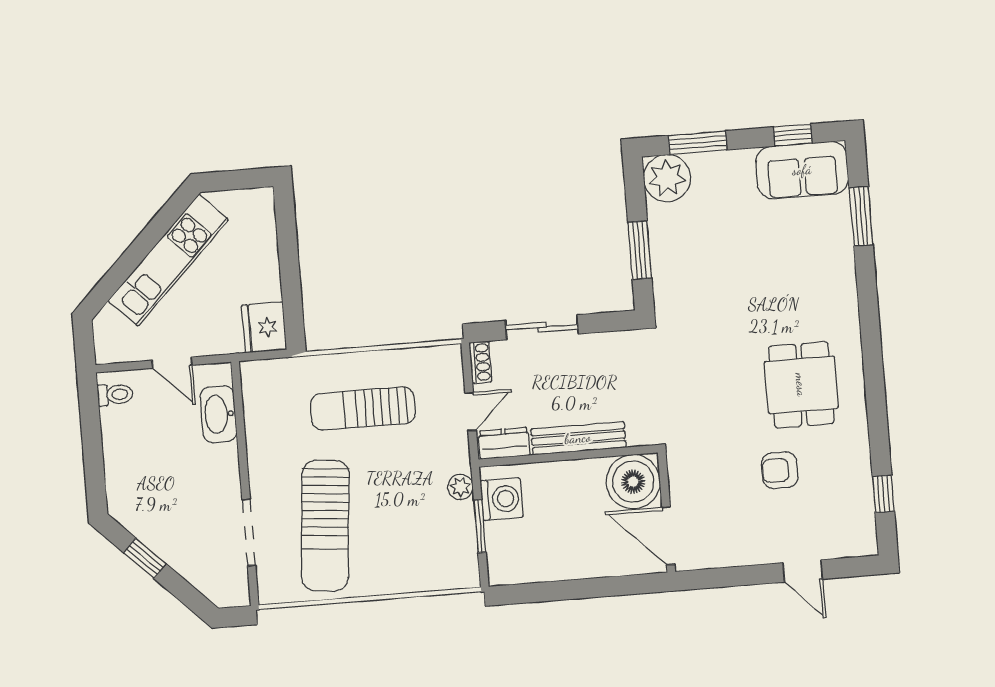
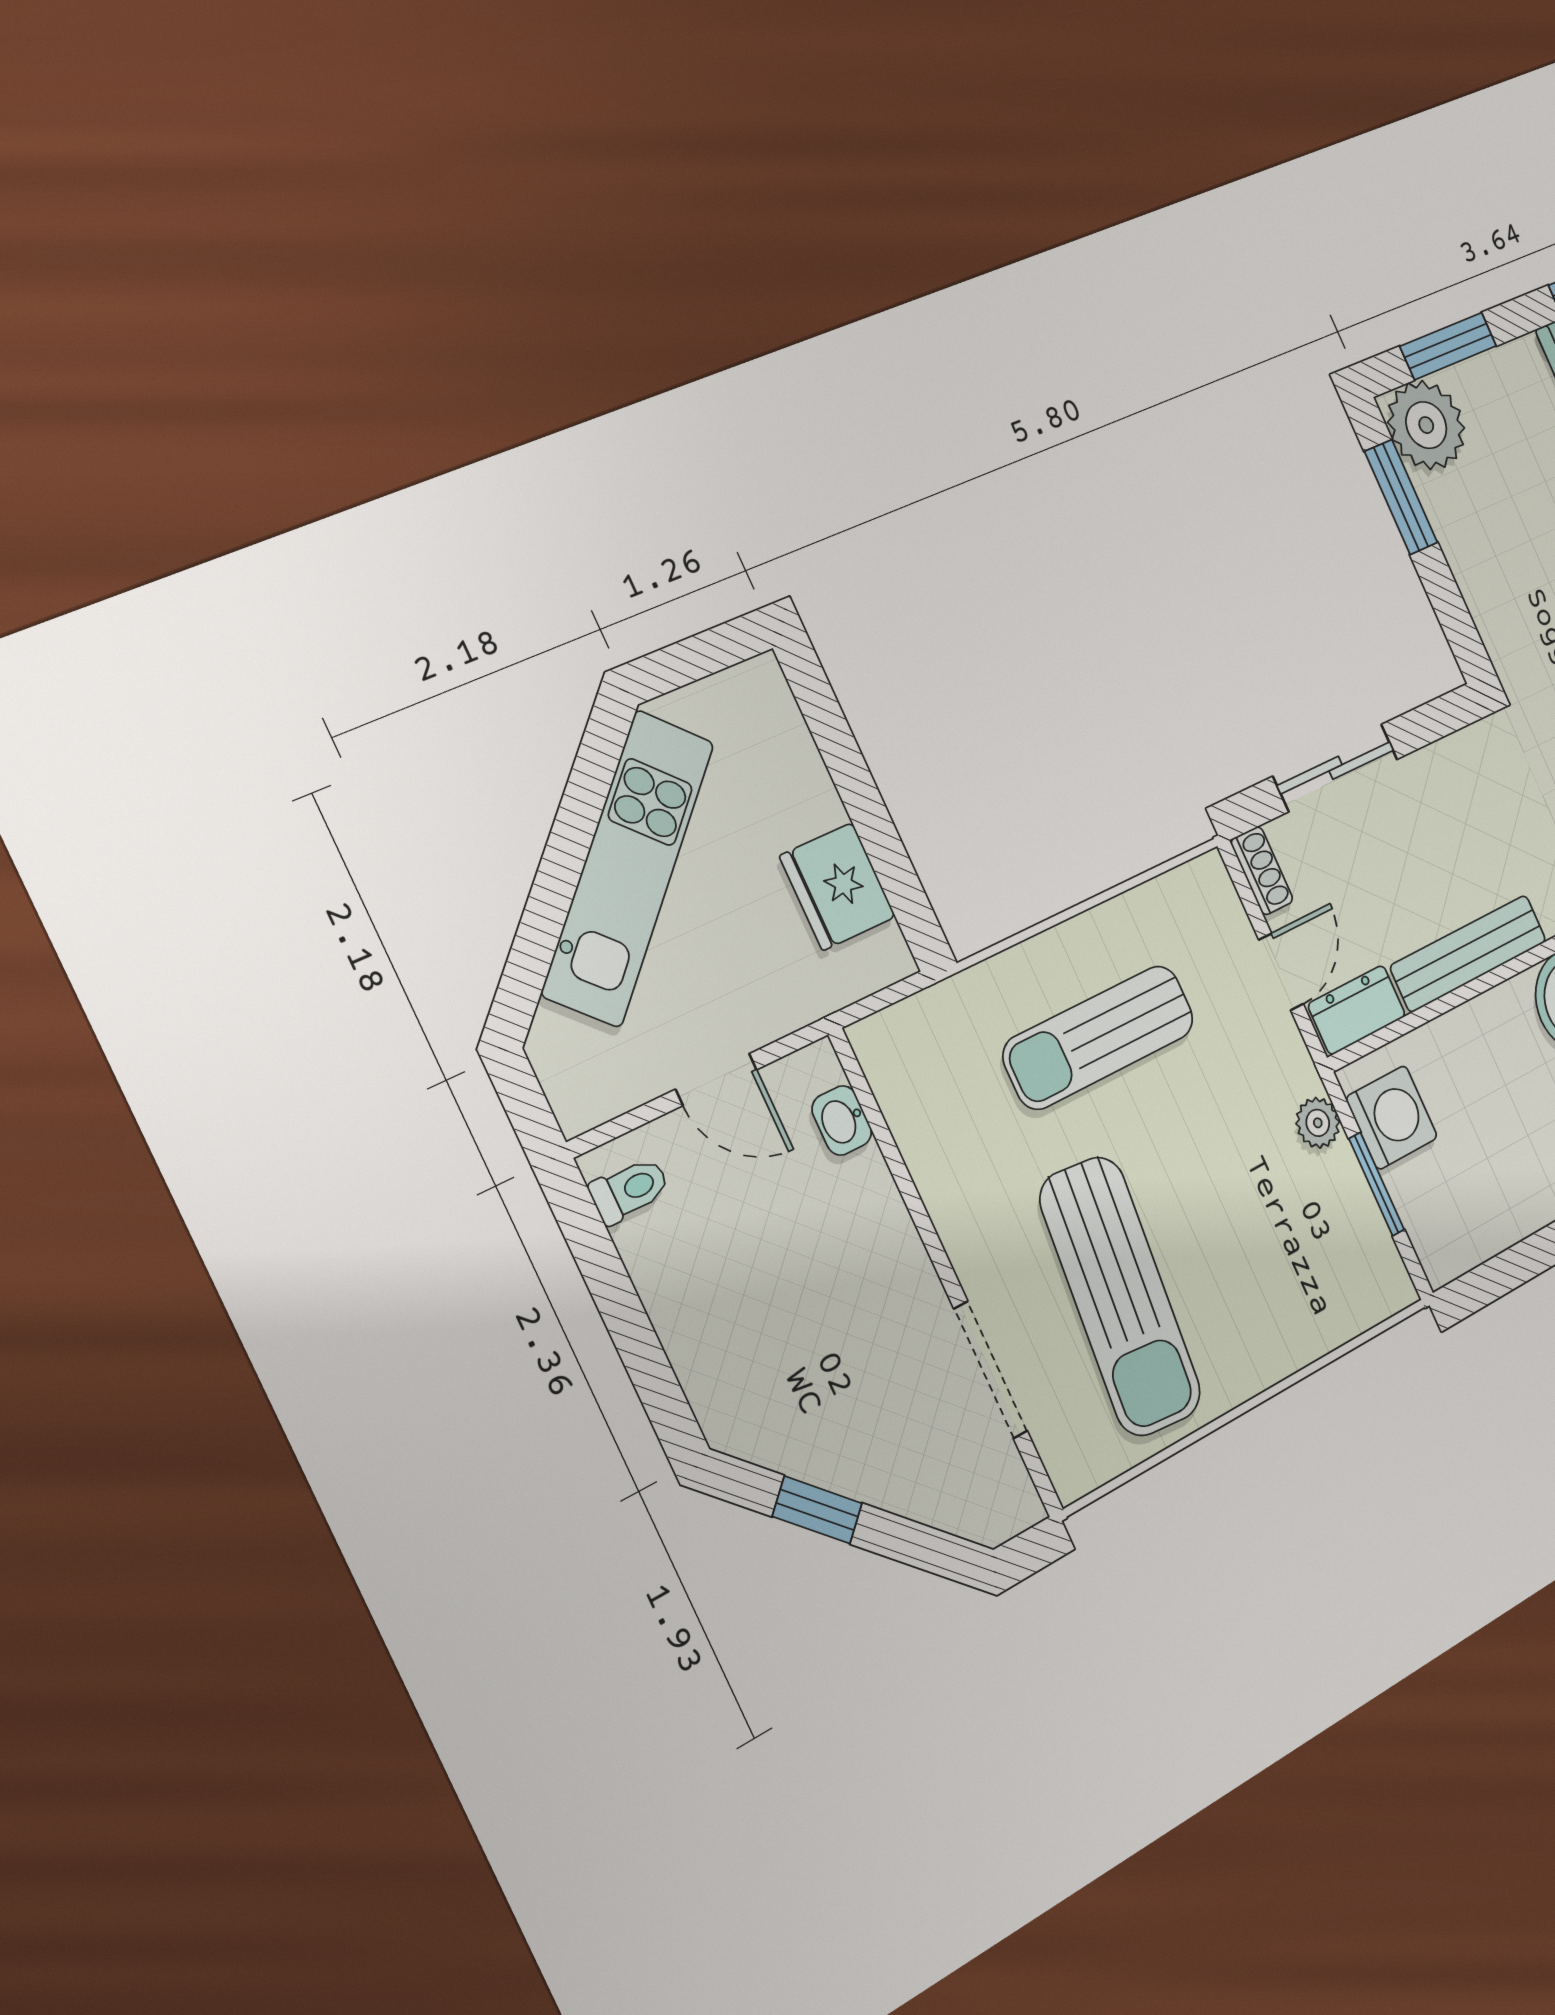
window: (640, 250) -> (1401, 497), moved
fridge: (264, 327) -> (838, 886), moved
washbasin: (218, 414) -> (842, 1120), width x0.52, depth x0.69

